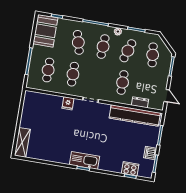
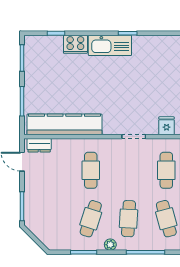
cafe table: (153, 55) -> (53, 219), removed
dresser: (140, 102) -> (39, 145), moved
dishwasher: (150, 153) -> (32, 73), removed
kitchen sink: (85, 160) -> (110, 45), moved
cooker: (130, 169) -> (75, 44), moved

